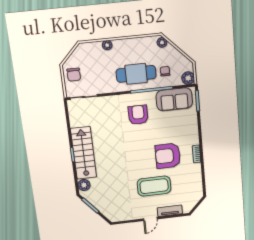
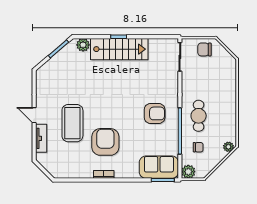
plant: (107, 45) -> (231, 88), removed
cafe table: (136, 74) -> (199, 116), width x0.73, depth x0.74
sofa: (174, 99) -> (159, 167), moved, turned 90

